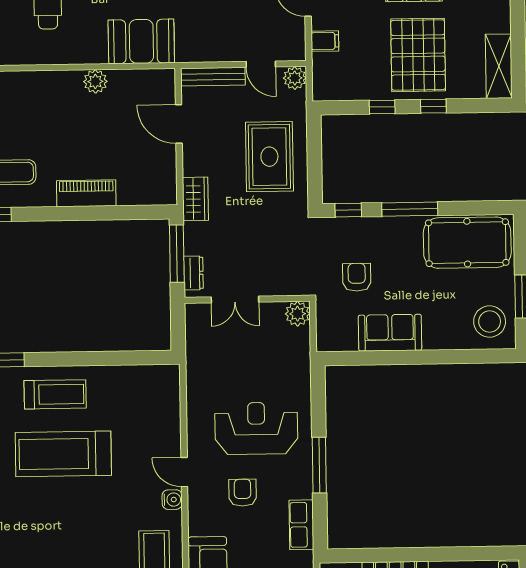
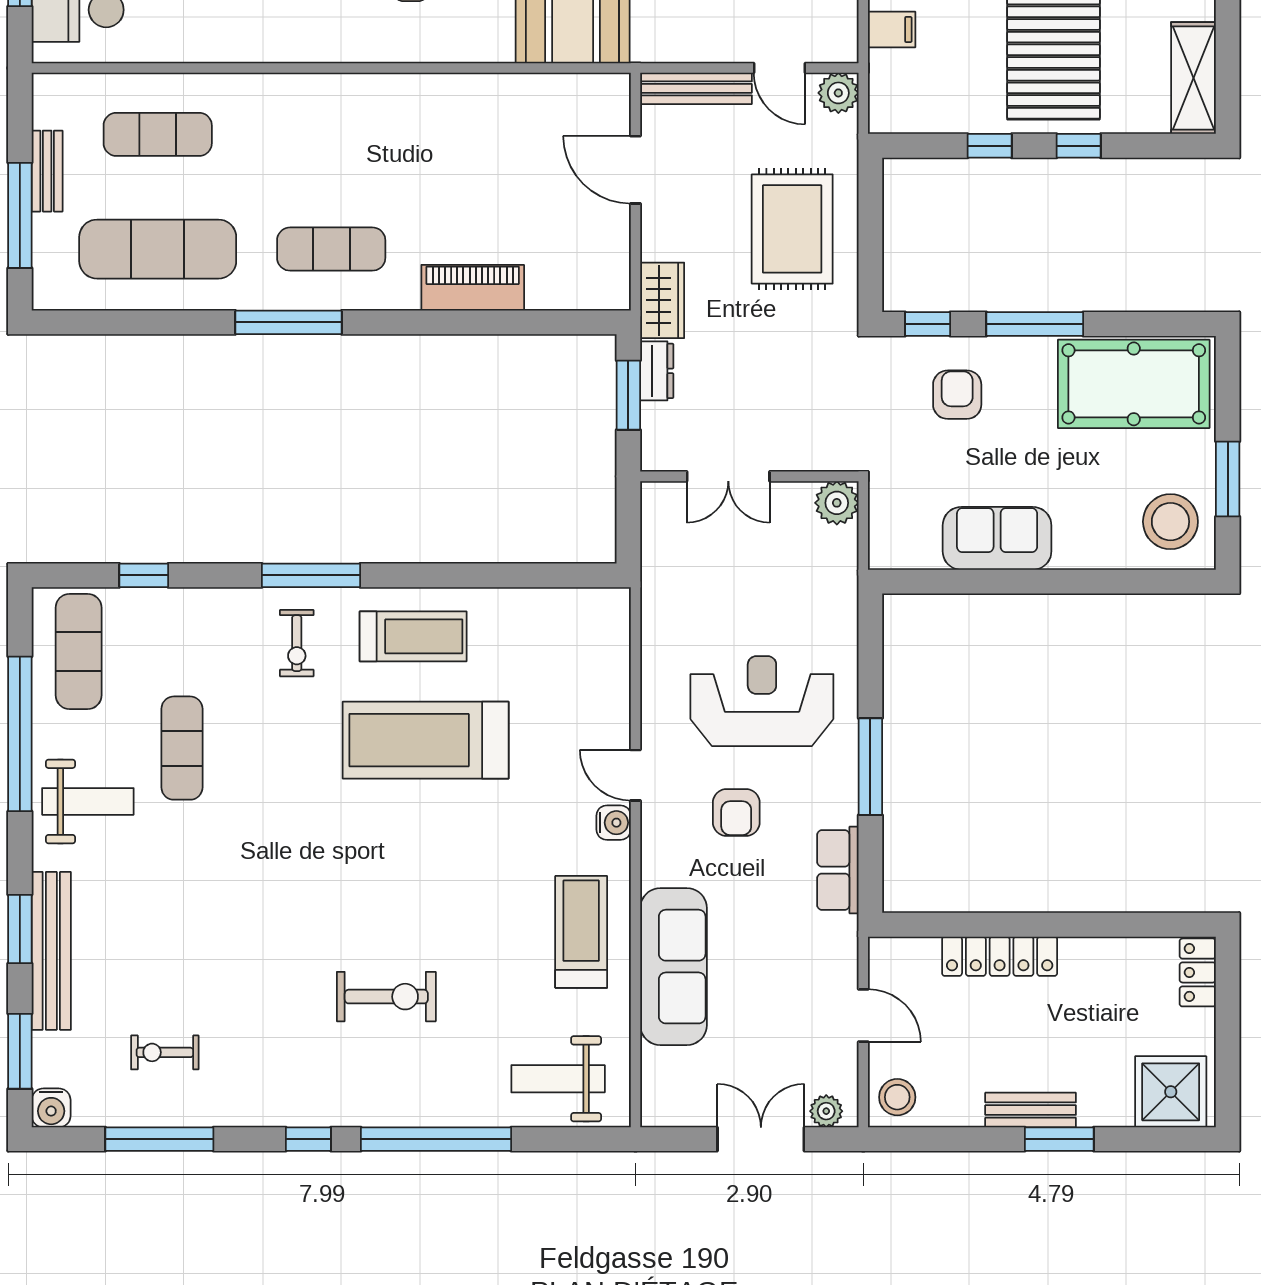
plant: (95, 82) -> (492, 94), removed
window: (177, 254) -> (628, 395), width x0.69
dresser: (193, 273) -> (657, 371), moved
armchair: (357, 277) -> (957, 395), moved
armchair: (243, 493) -> (736, 812), turned 180

